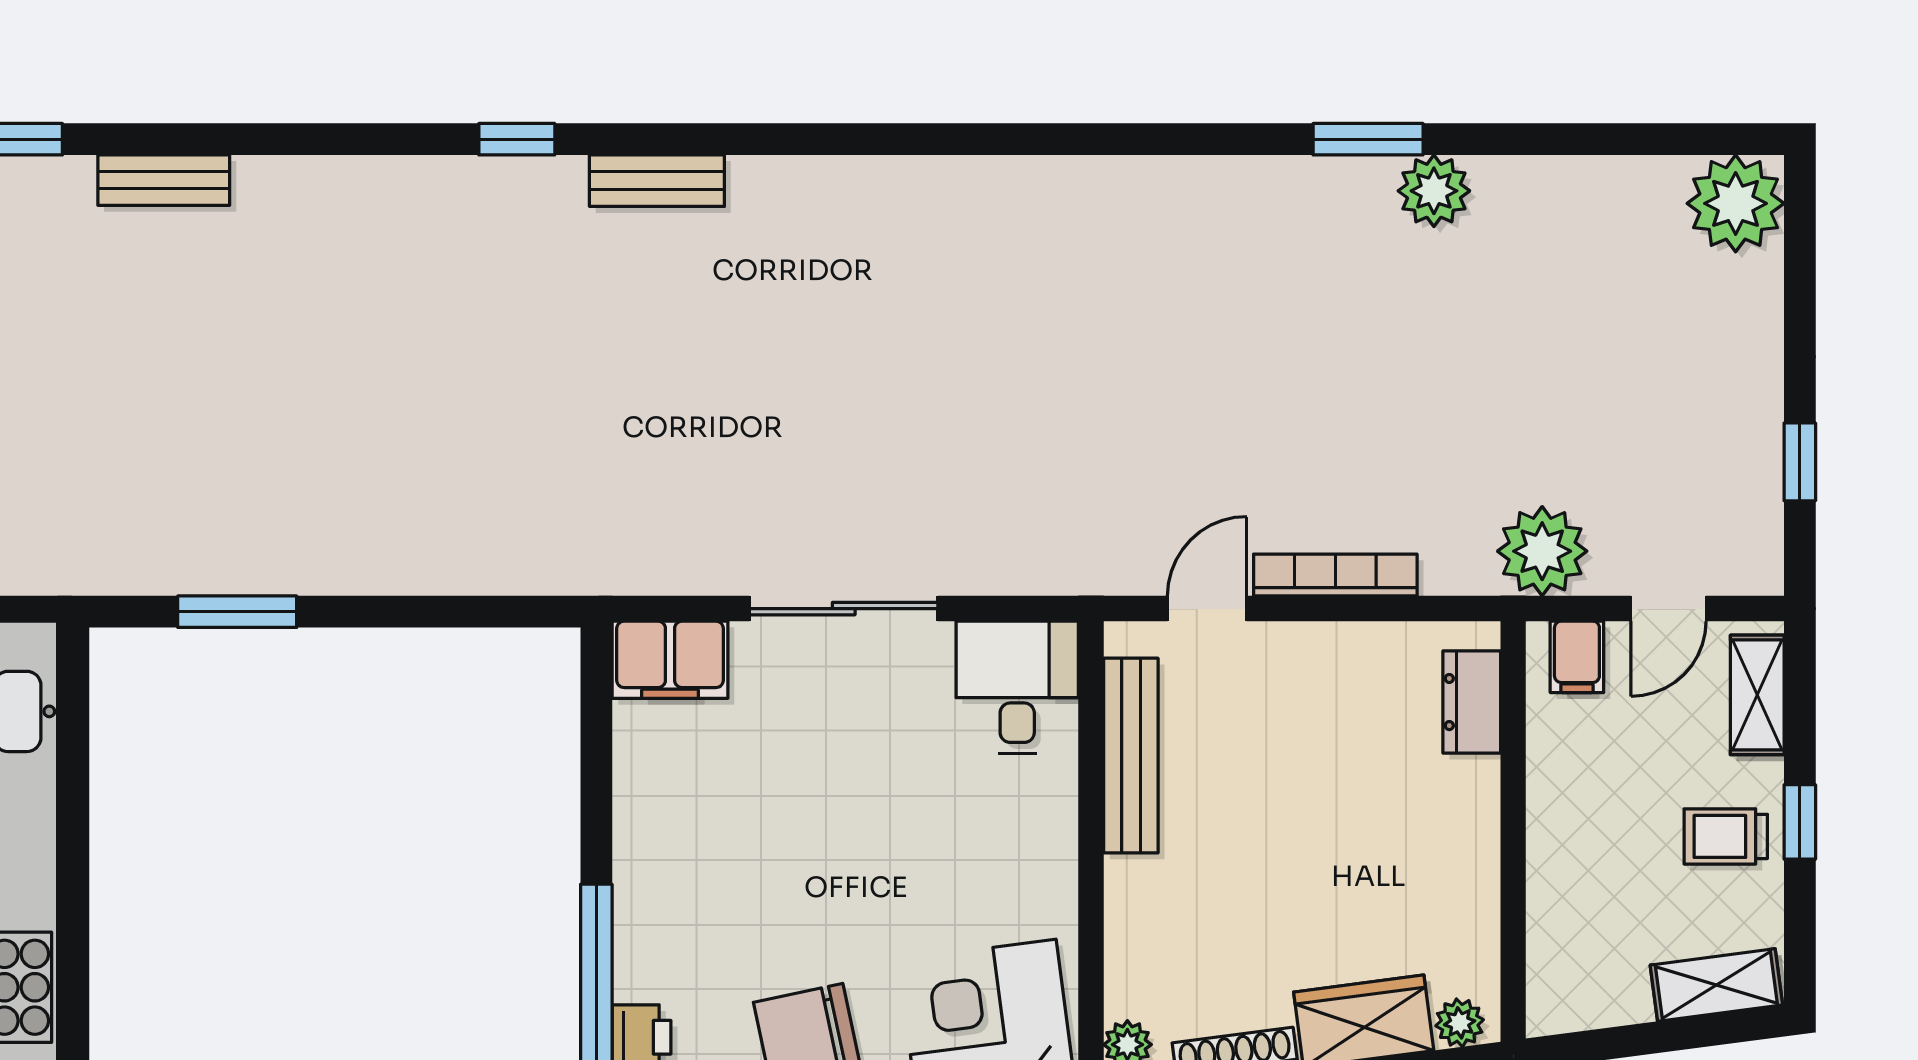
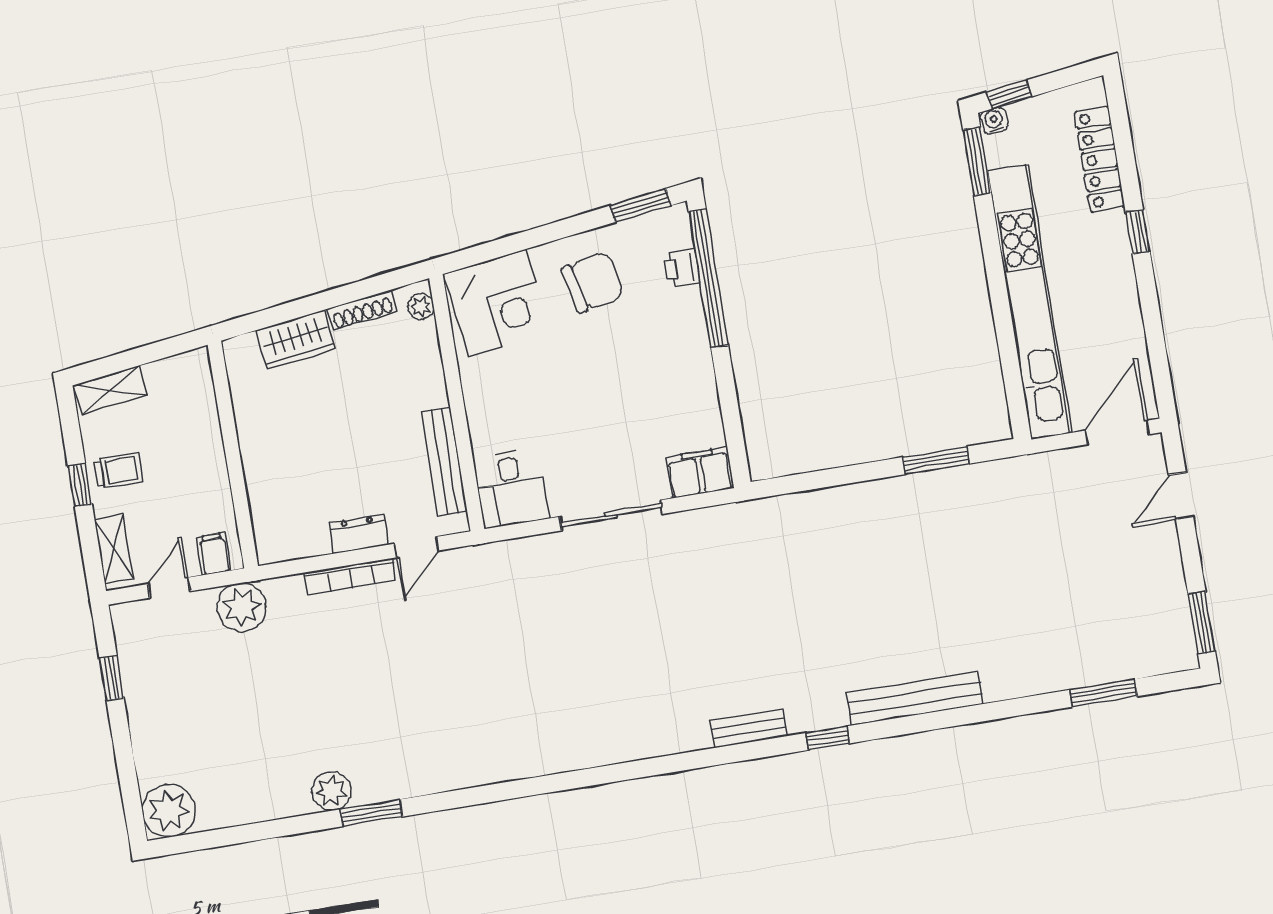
bench: (164, 180) -> (915, 698), moved, width x1.86, depth x1.21
dresser: (1472, 702) -> (359, 534), moved, turned -90
plant: (1460, 1023) -> (245, 347), removed

